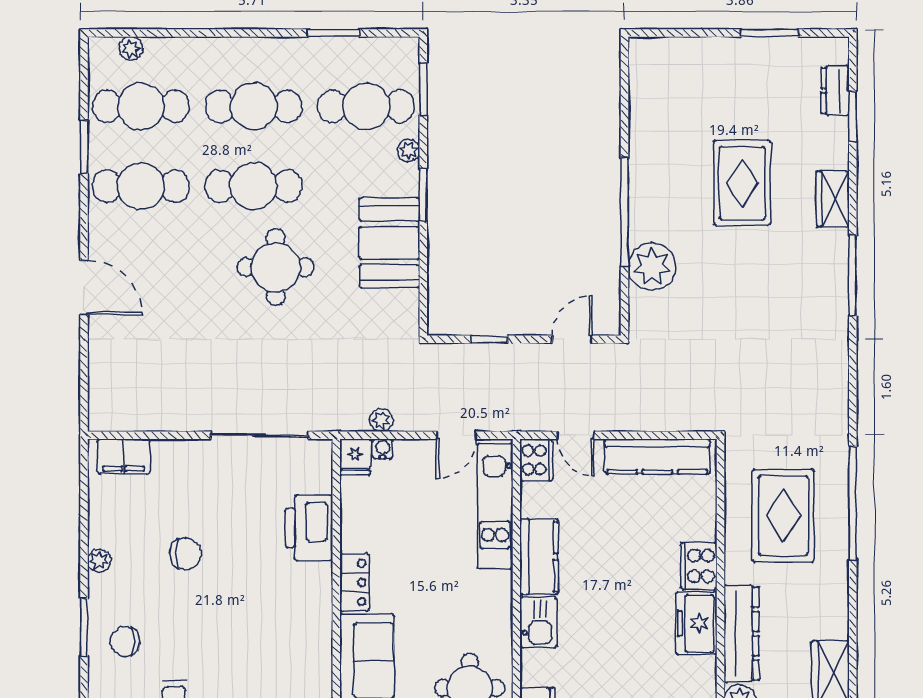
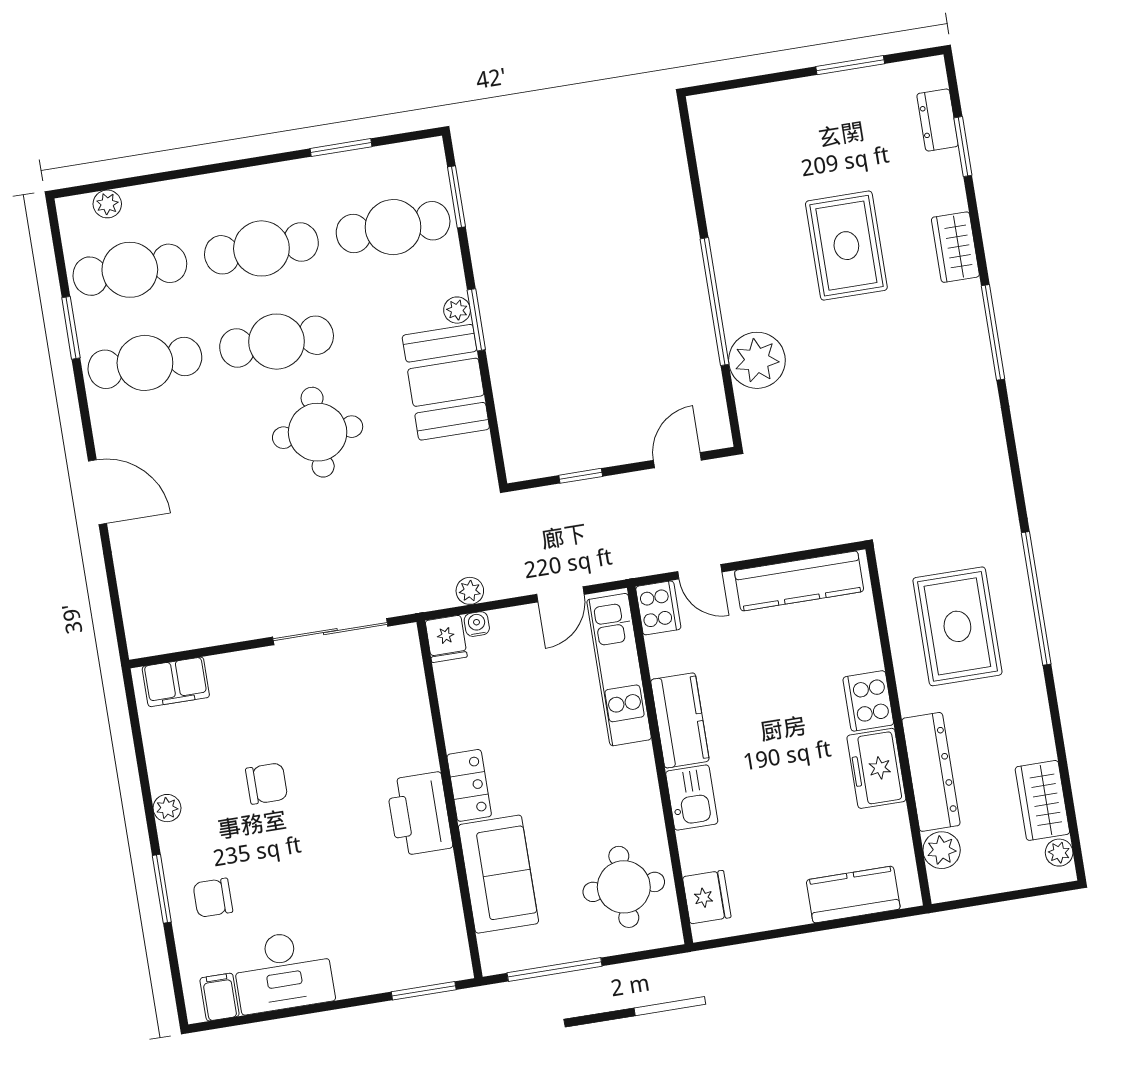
plant: (408, 150) -> (457, 310), moved
printer: (309, 528) -> (419, 814), moved

